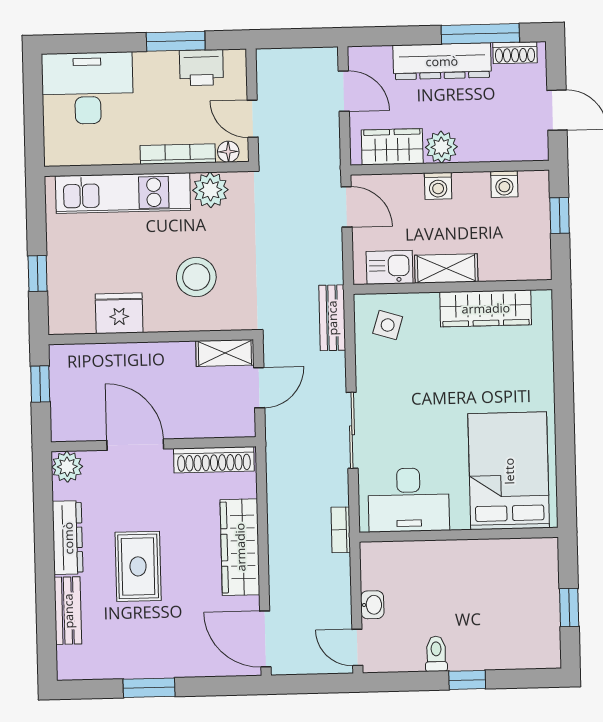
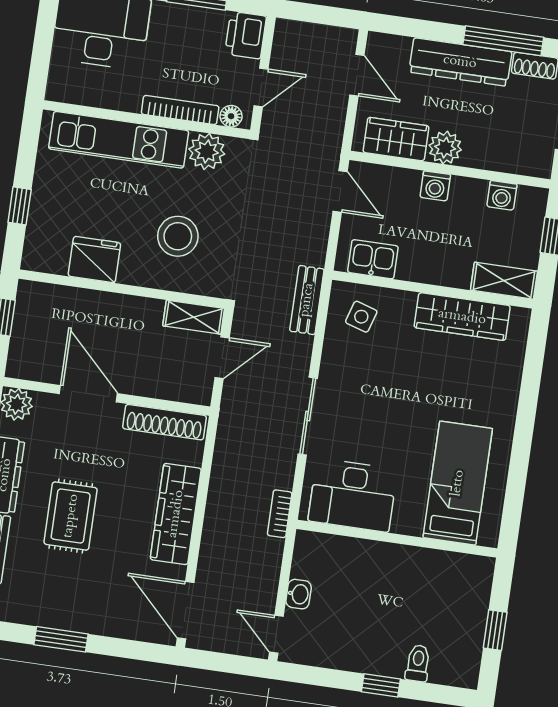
printer: (201, 68) -> (246, 35), moved, turned 90
door: (253, 119) -> (261, 87), swing flipped
shelving: (446, 268) -> (504, 281), moved
bed: (509, 471) -> (458, 483), width x0.67
toilet: (436, 654) -> (418, 663), moved

